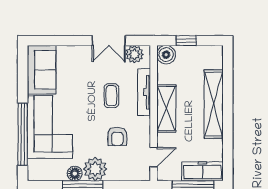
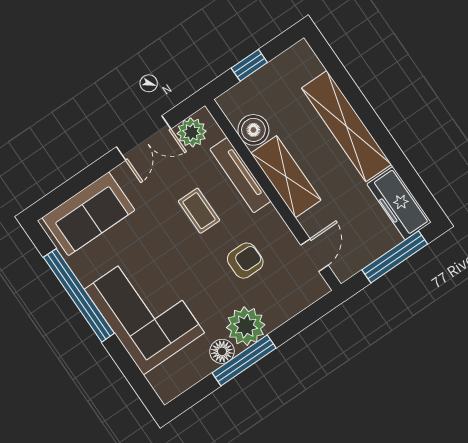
boiler: (166, 55) -> (253, 130), moved
sofa: (42, 70) -> (88, 214), moved, turned 90
window: (23, 134) -> (79, 295), moved
armchair: (117, 136) -> (245, 261), turned -90
freezer: (202, 171) -> (399, 203), moved, turned -90

